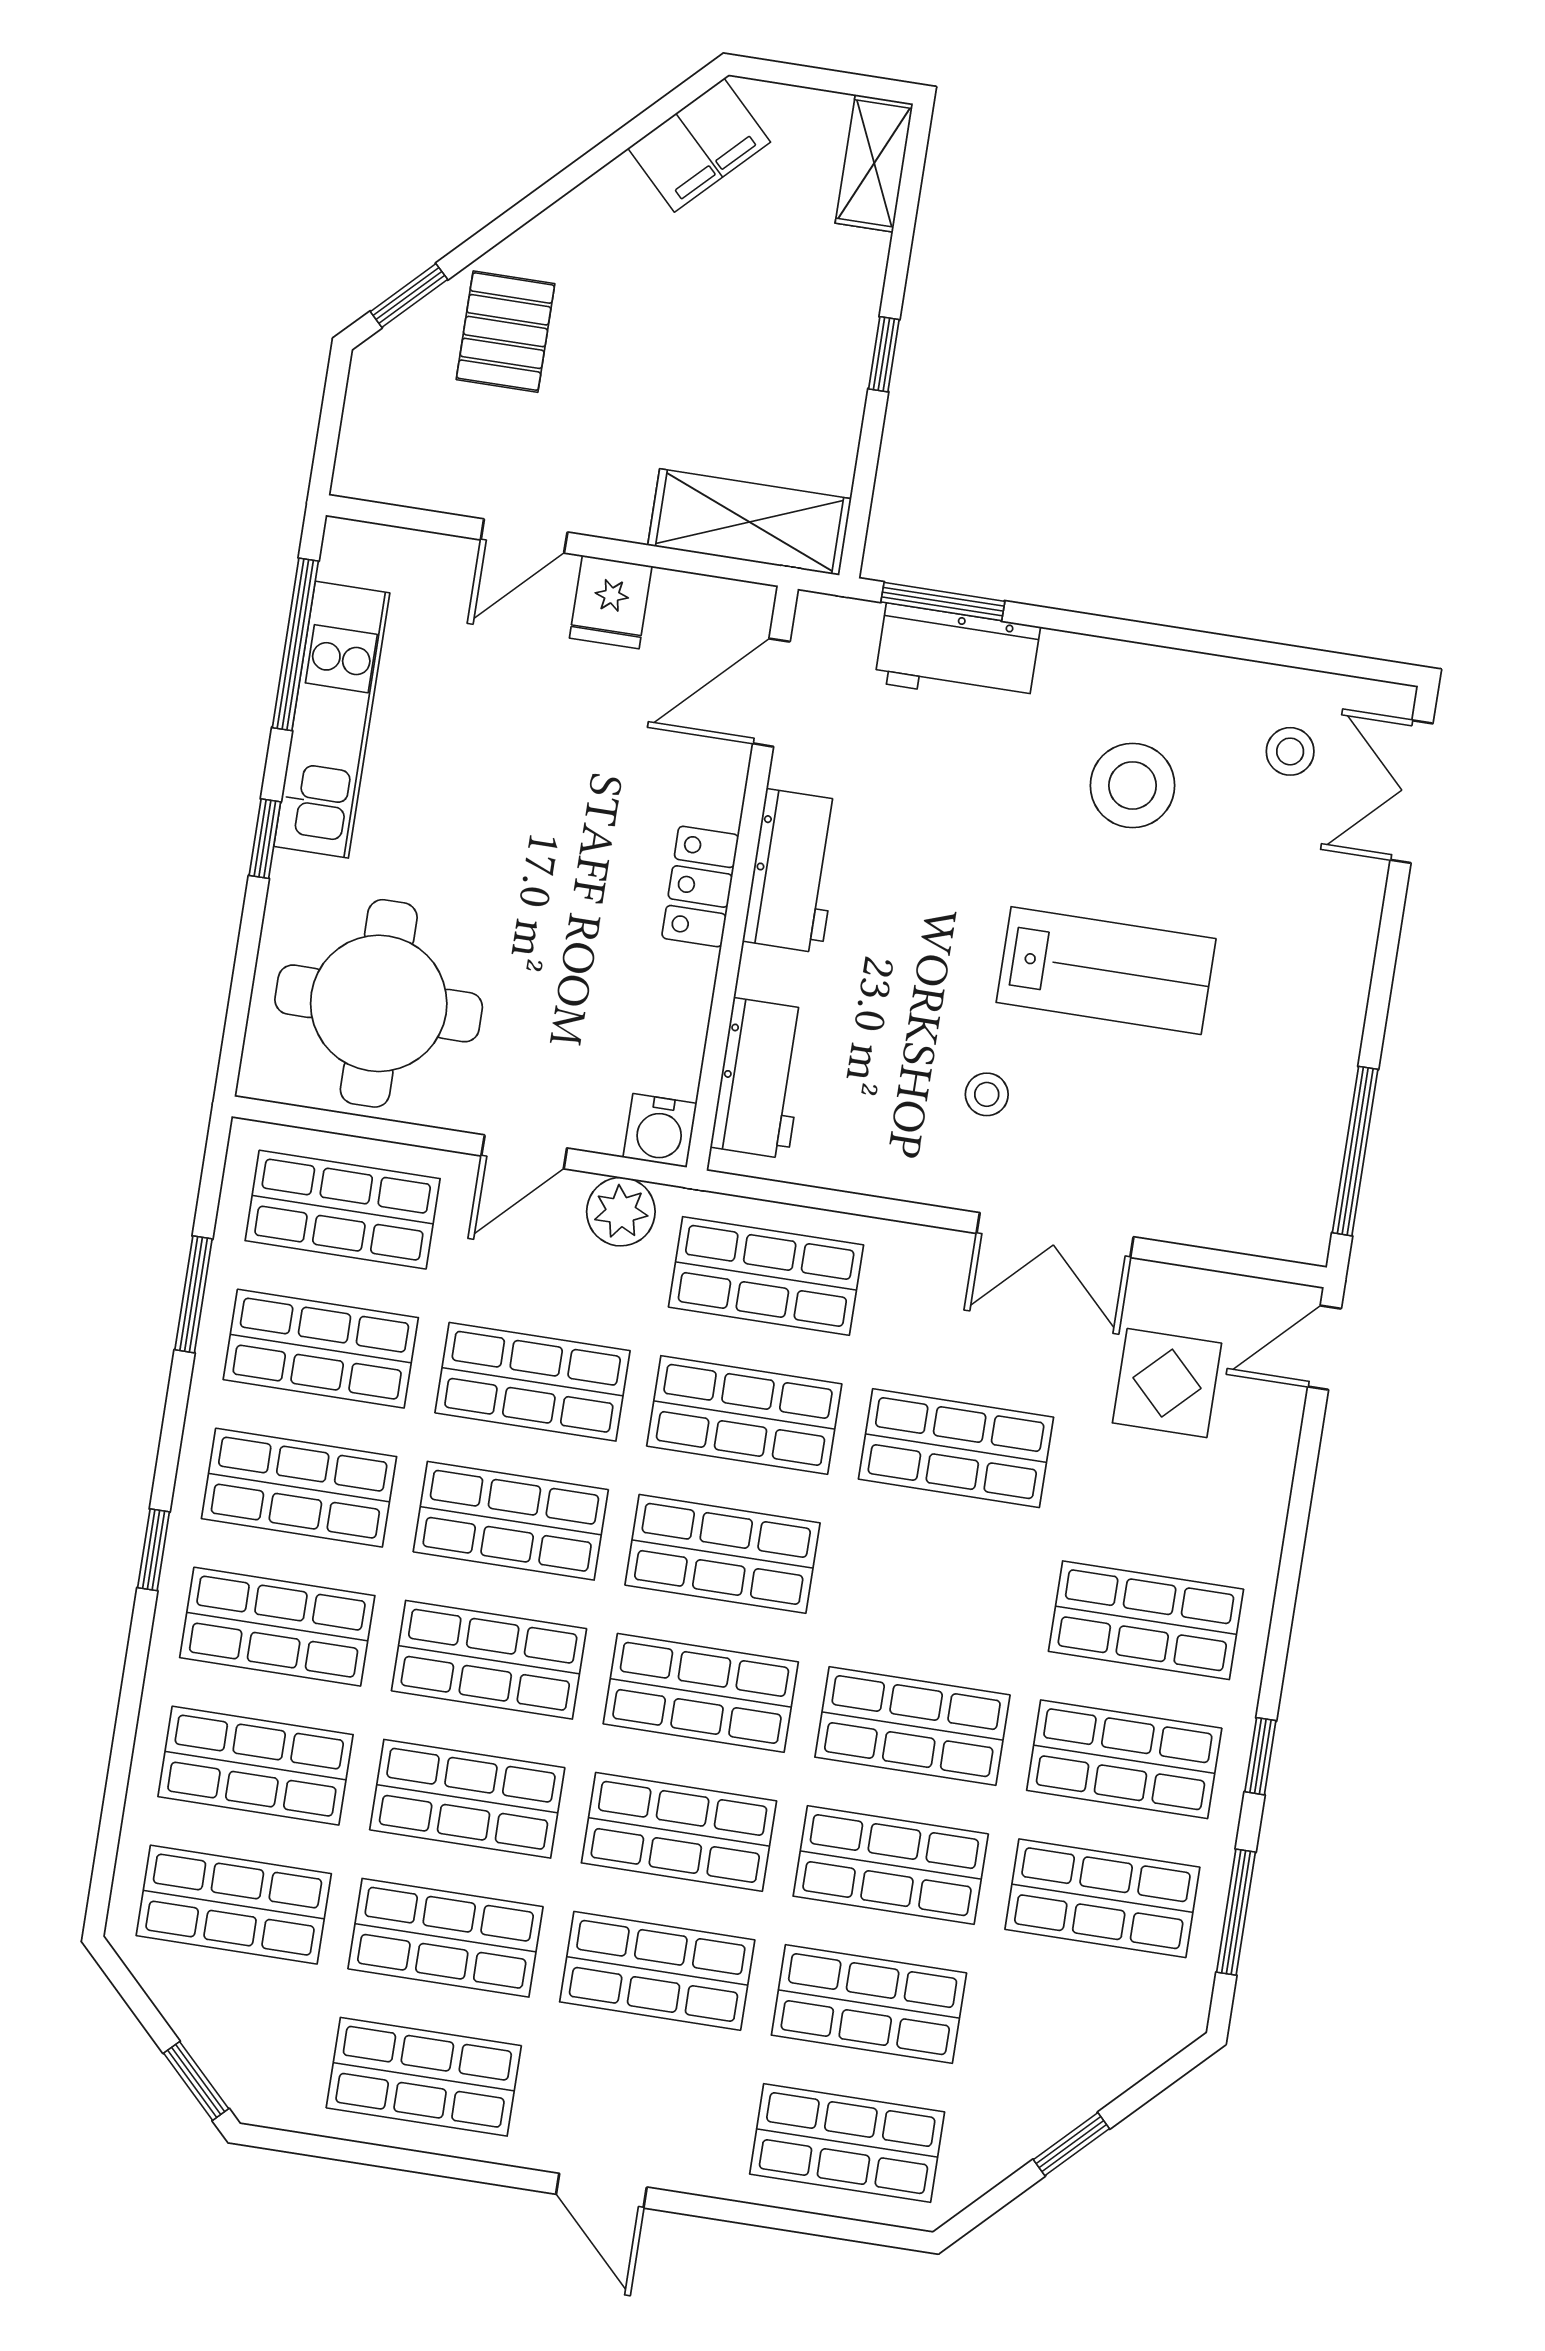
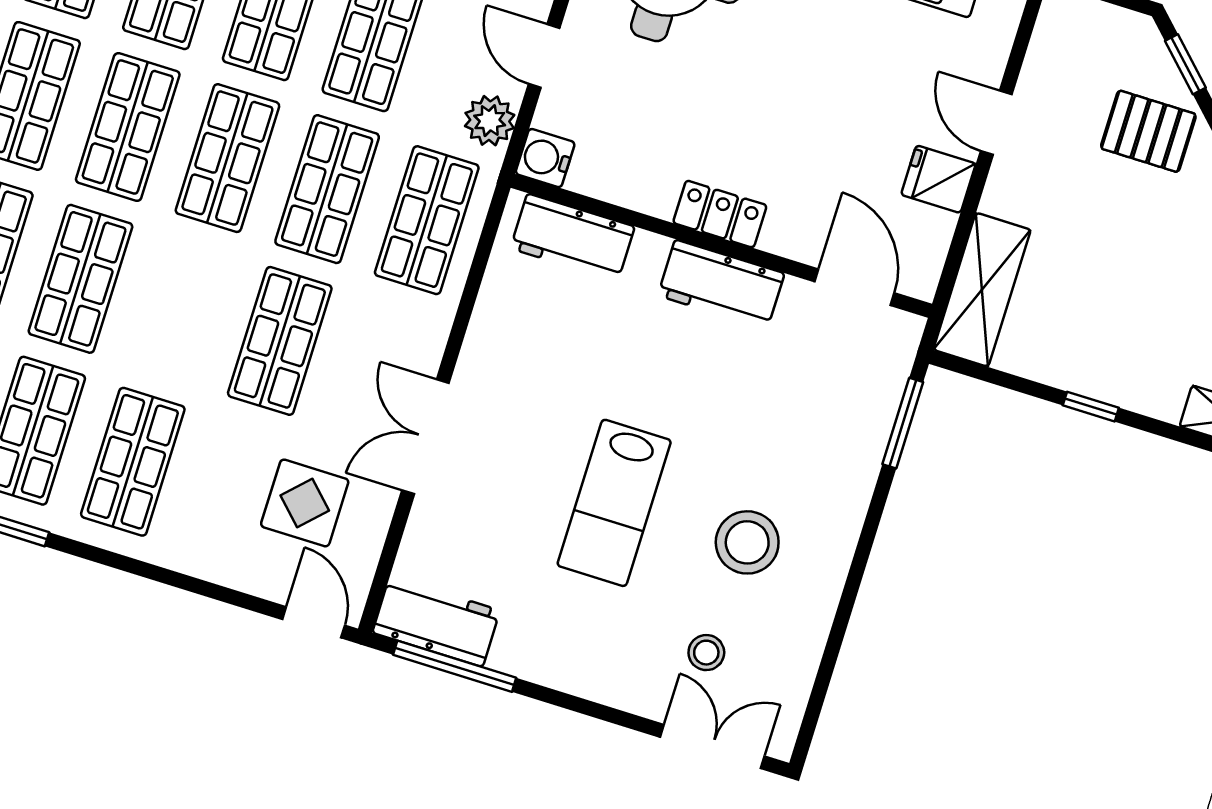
workbench: (957, 655) -> (436, 622), moved, turned 90
stool: (1290, 751) -> (706, 653), moved
stool: (987, 1094) -> (536, 402), removed

